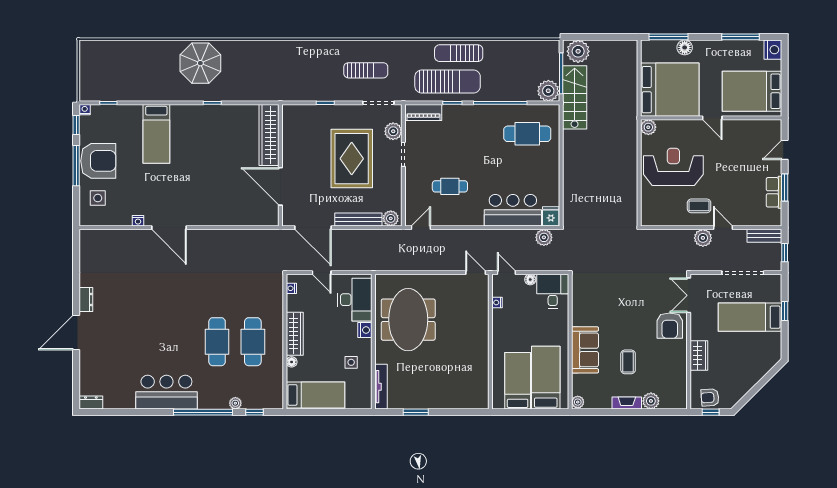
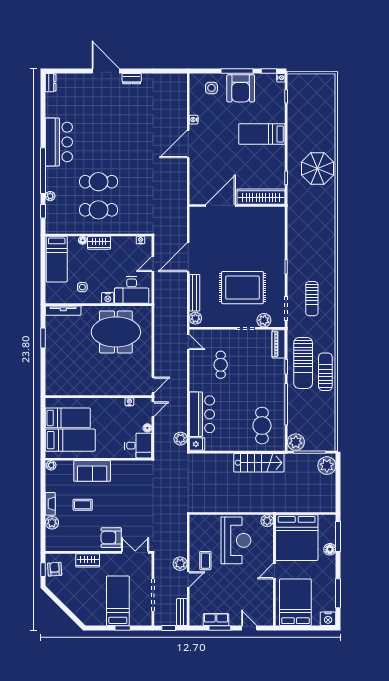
stairs: (575, 97) -> (259, 463), moved
wardrobe: (269, 135) -> (261, 197), moved
wall: (280, 165) -> (237, 205), moved
door: (280, 186) -> (221, 205), moved
wardrobe: (295, 334) -> (99, 243), width x0.67

